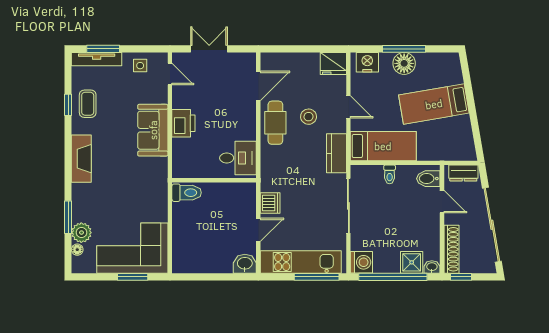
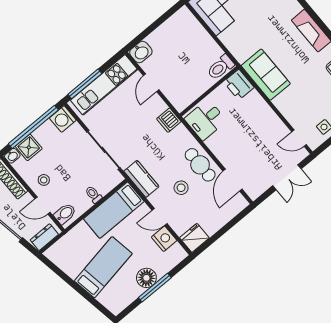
nightstand: (367, 62) -> (164, 239), moved, turned -90
printer: (183, 123) -> (239, 85), moved
sofa: (153, 130) -> (266, 75), moved
dishwasher: (270, 203) -> (169, 120), moved
stool: (422, 223) -> (44, 180), added

